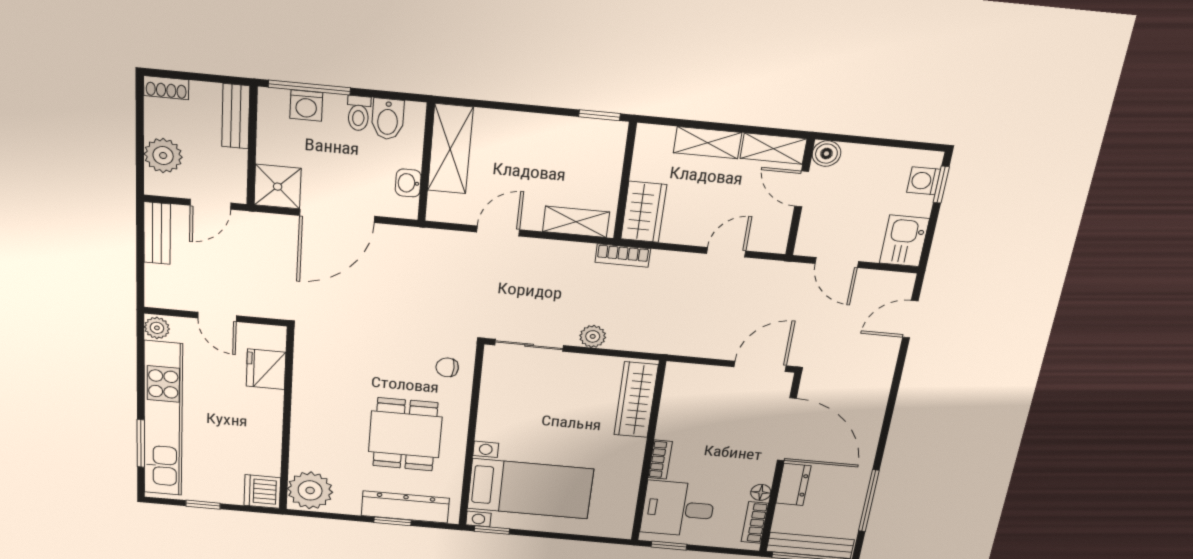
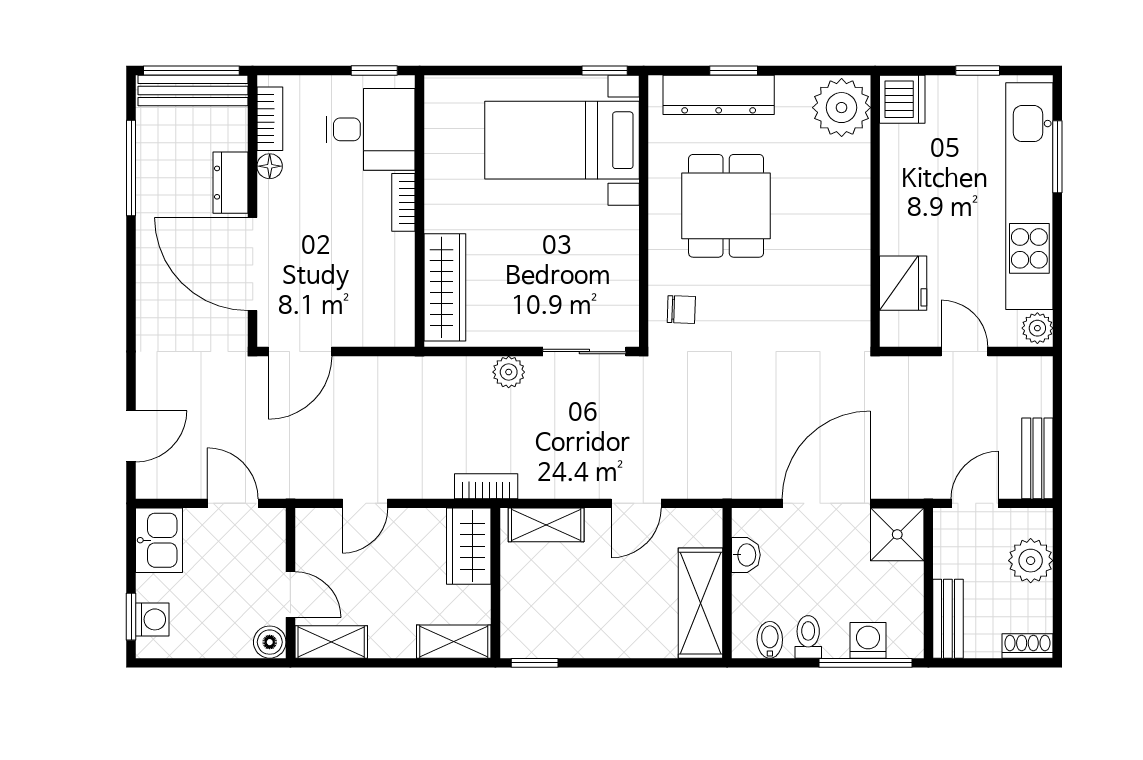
bidet: (388, 119) -> (770, 640), width x0.72, depth x0.74
shelving: (707, 143) -> (454, 642), moved

